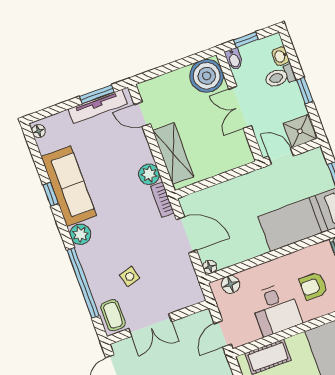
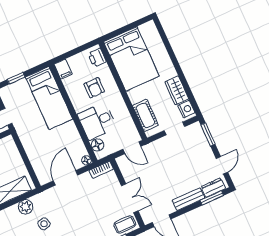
bookcase: (162, 200) -> (101, 170), moved
side table: (130, 276) -> (44, 224), moved
desk: (276, 309) -> (97, 121), moved, turned 180

